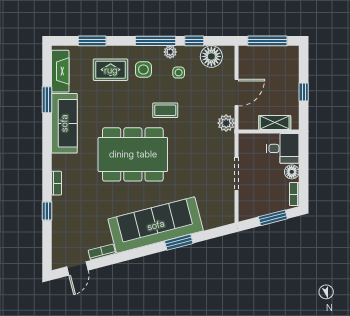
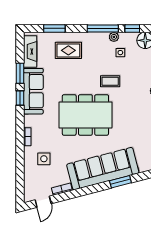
side table: (143, 70) -> (44, 159), moved
window: (47, 211) -> (20, 98), moved

